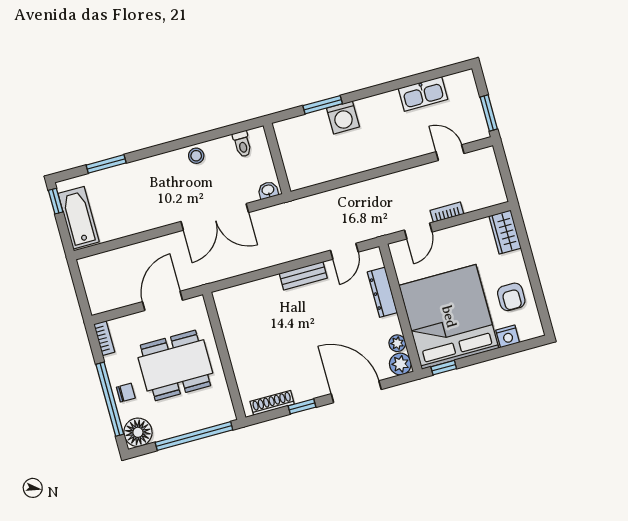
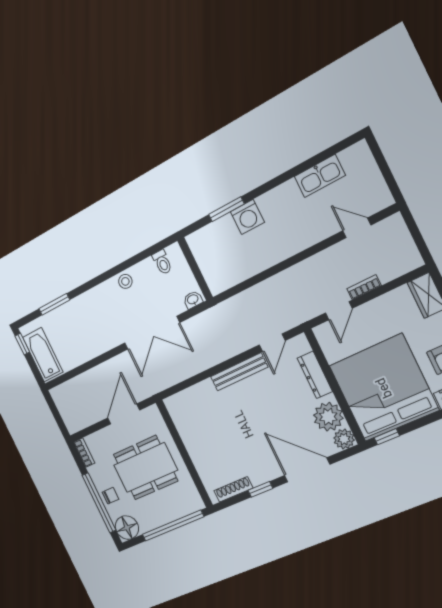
window: (489, 113) -> (390, 179), removed
bench: (303, 276) -> (239, 372), width x1.36
plant: (397, 343) -> (328, 417), width x1.88, depth x1.88

